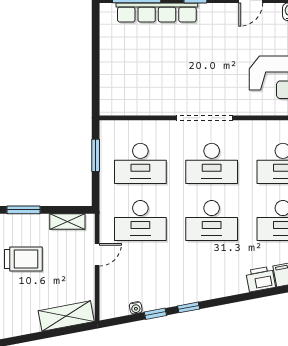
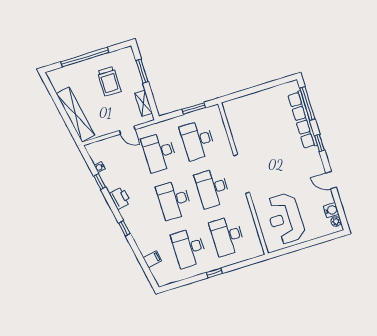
printer: (261, 279) -> (120, 198), moved
window: (189, 307) -> (124, 228), moved
shelving: (66, 316) -> (76, 114), width x1.47

